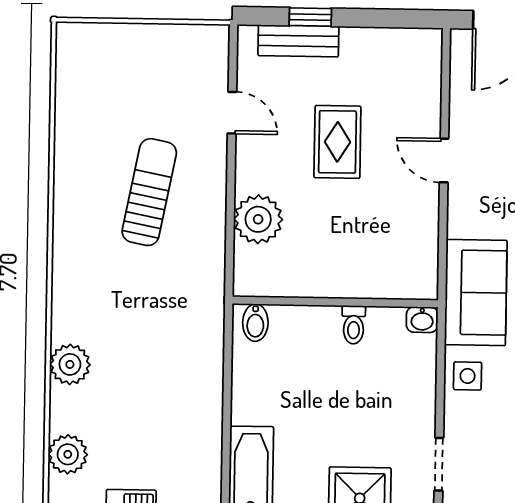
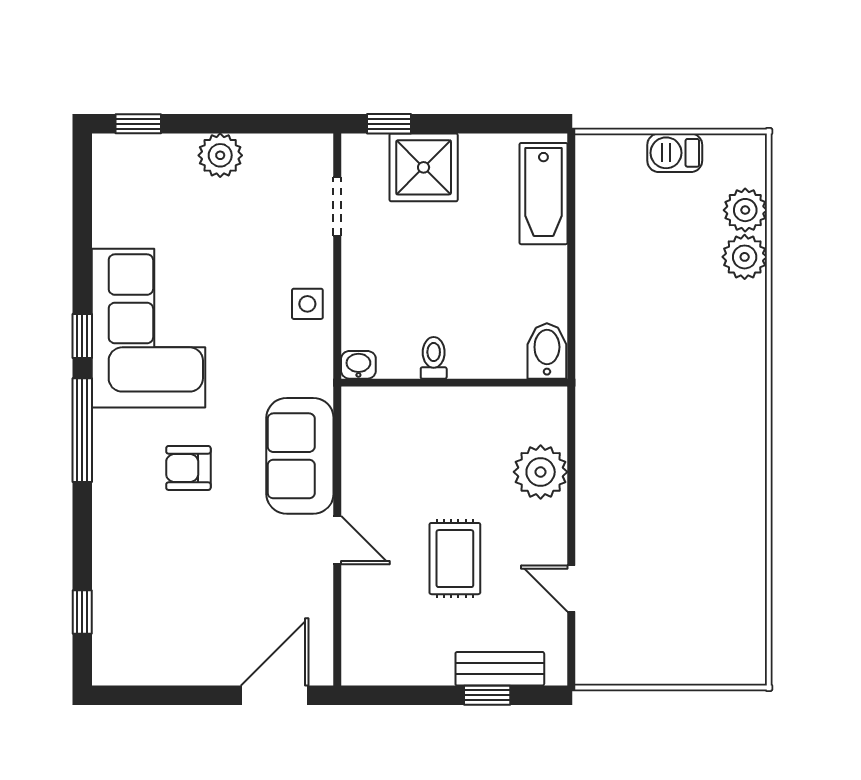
sun lounger: (149, 192) -> (661, 500), removed
sofa: (476, 293) -> (300, 456), moved
bidet: (255, 323) -> (547, 351), width x1.38, depth x1.36
plant: (70, 364) -> (745, 257), moved

